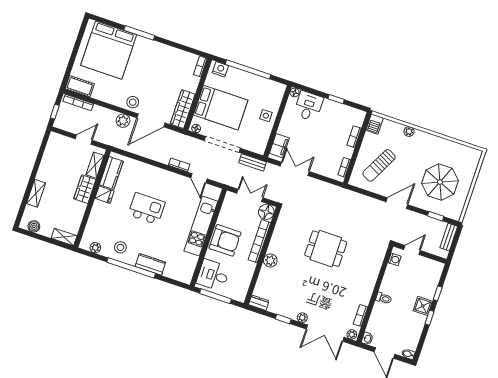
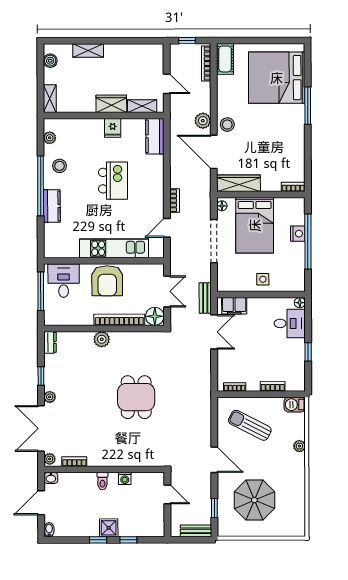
nightstand: (220, 69) -> (298, 234), moved
bench: (252, 162) -> (205, 298), moved
kitchen counter: (111, 173) -> (155, 136), moved, turned 90
washing machine: (395, 259) -> (125, 478), moved

